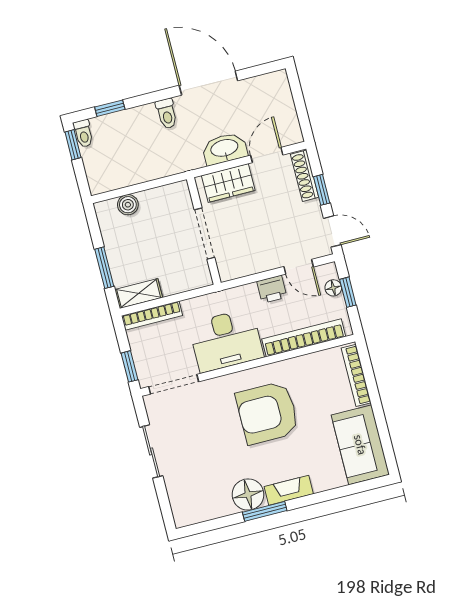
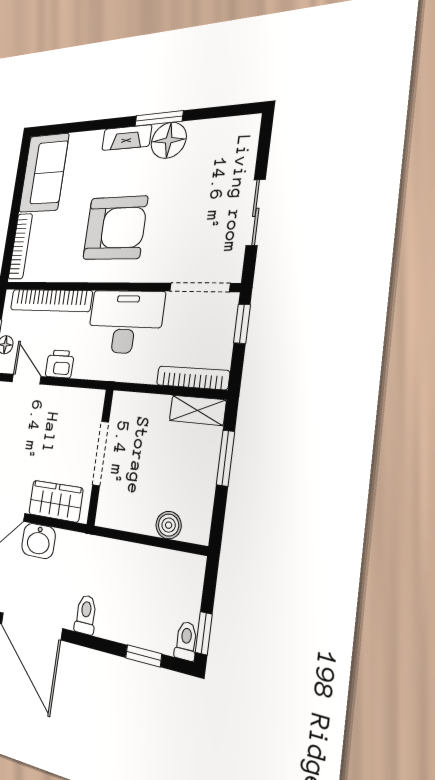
washbasin: (225, 149) -> (38, 541), width x0.72

